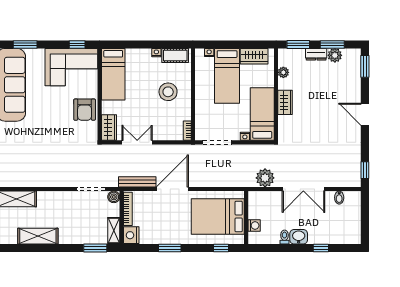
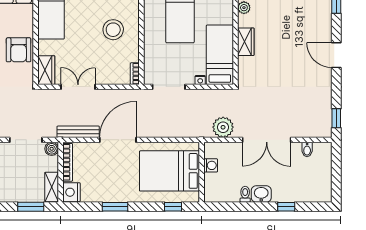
washing machine: (254, 226) -> (211, 165), moved

